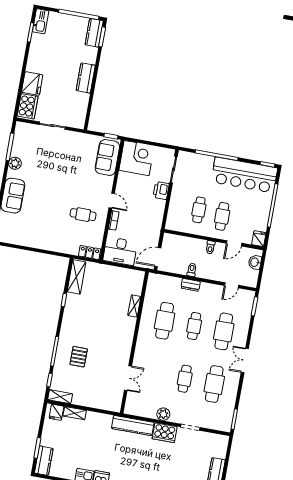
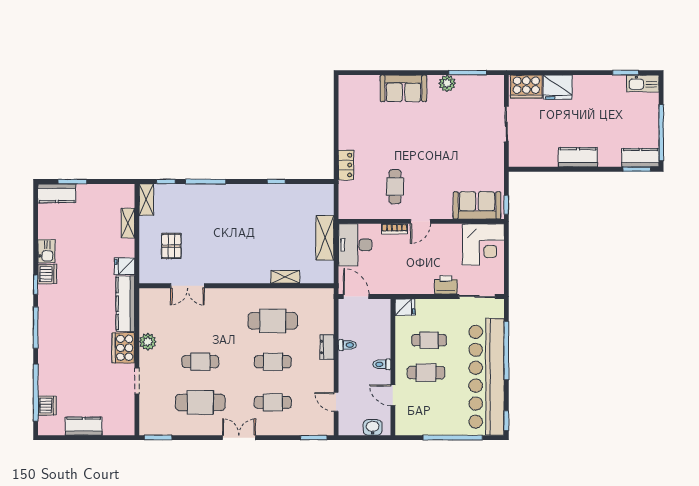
bar counter: (244, 175) -> (487, 377), width x1.36
fridge: (259, 239) -> (405, 307), moved
locker: (90, 252) -> (346, 165), moved
shelving: (76, 277) -> (325, 238), moved, turned 90
cafe table: (224, 331) -> (273, 402), width x0.73, depth x0.74
pallet: (79, 357) -> (171, 246), moved, turned 90
fridge: (56, 412) -> (125, 266), moved

